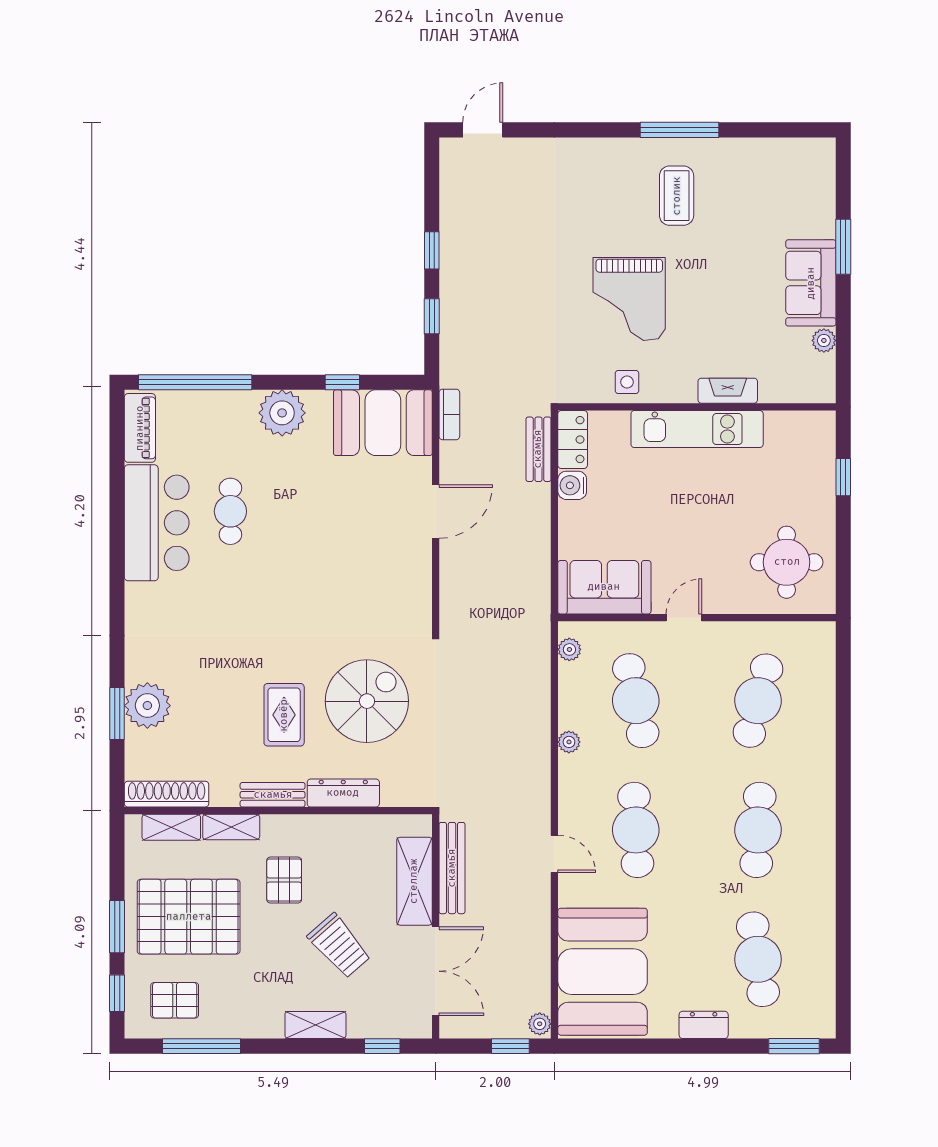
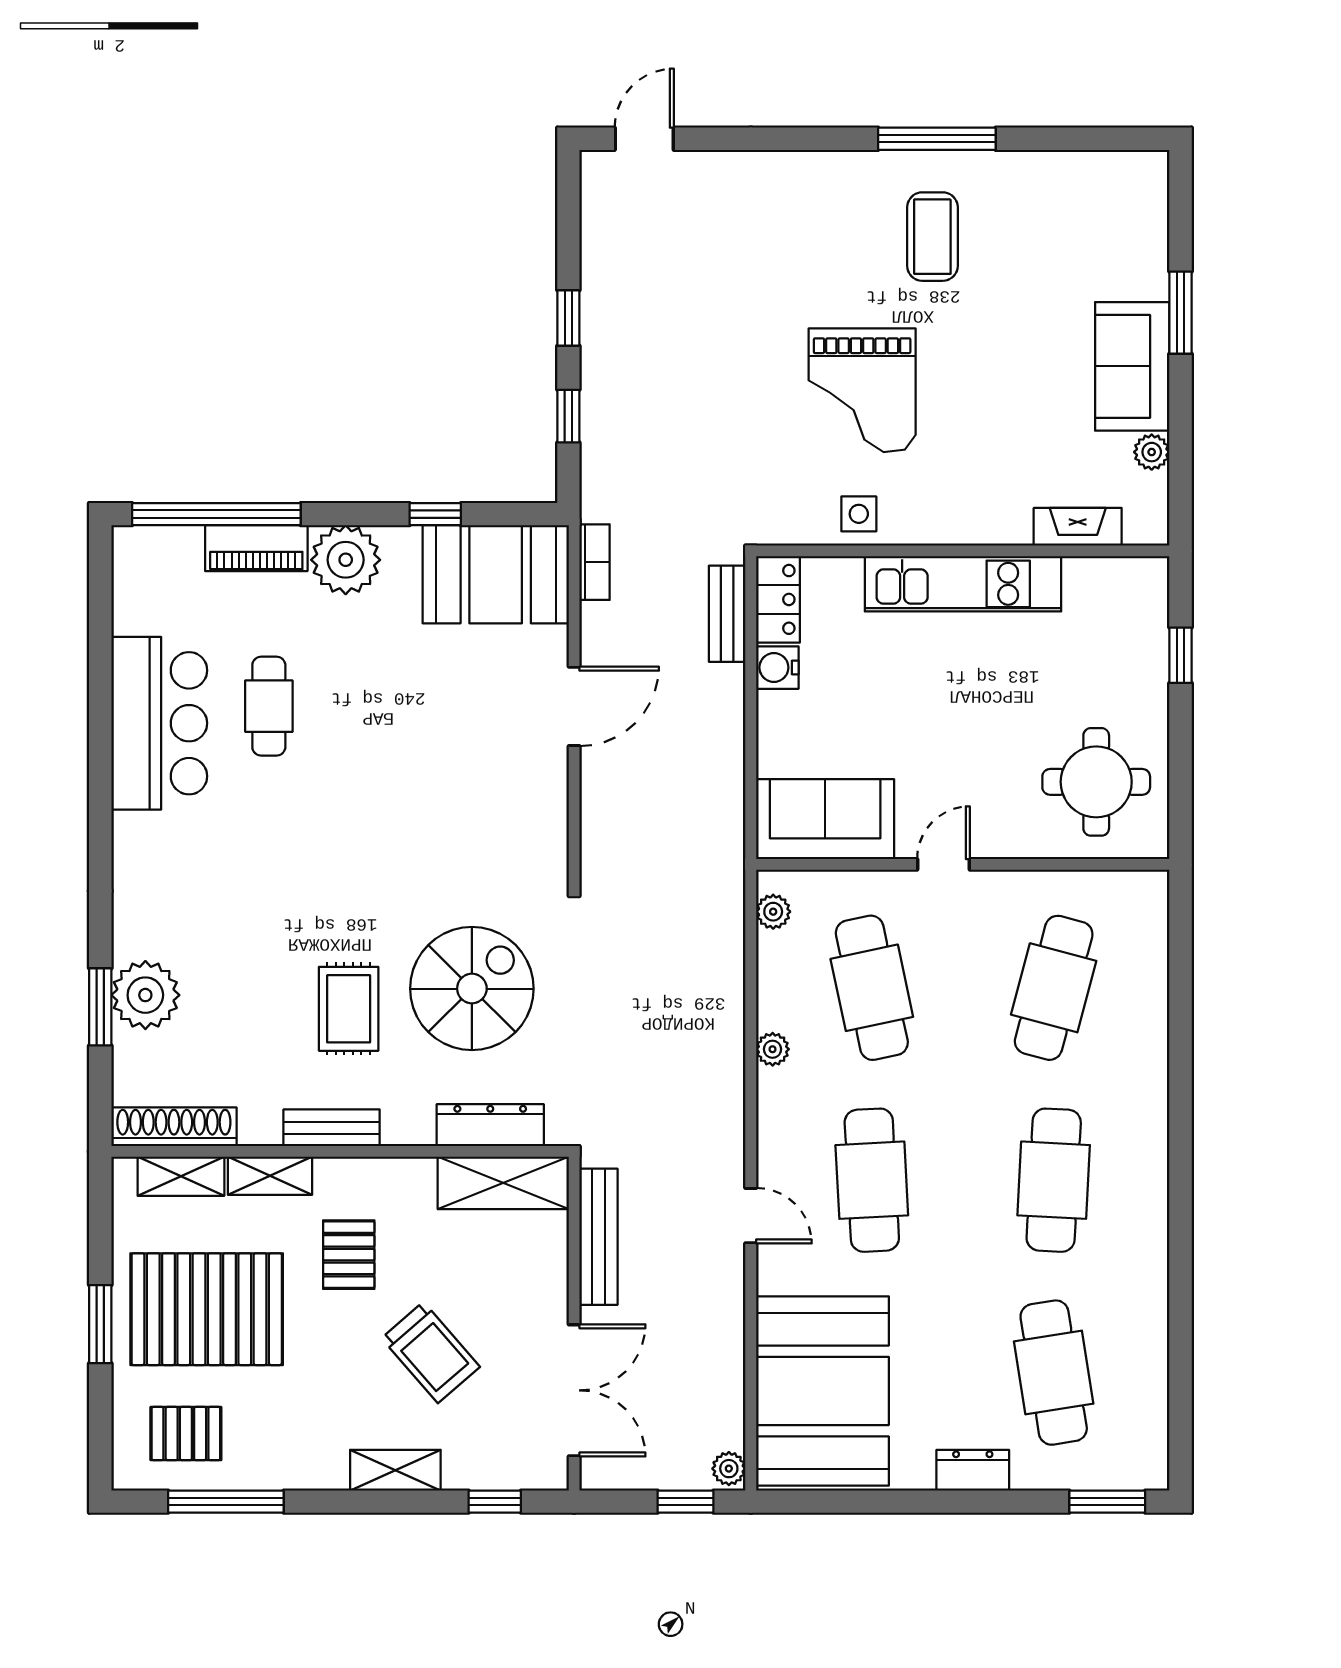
fireplace: (728, 391) -> (1078, 527), moved
piano: (140, 428) -> (256, 548), moved, turned 90
dresser: (343, 793) -> (490, 1125), moved
shelving: (414, 881) -> (503, 1183), moved, turned 90
window: (117, 993) -> (100, 1423), removed

